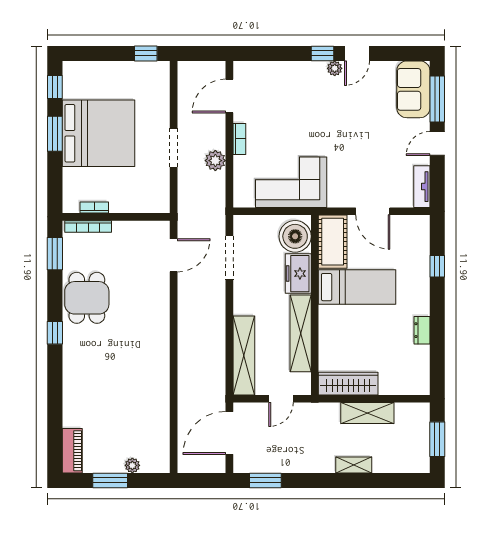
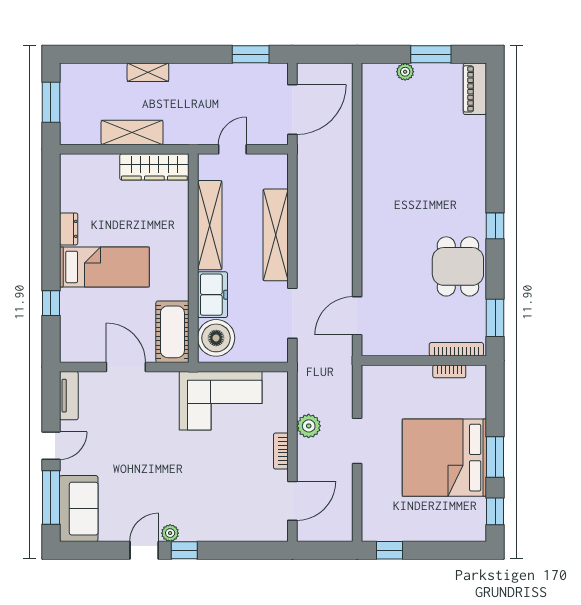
bed: (357, 287) -> (104, 267), moved, turned 180
shelving: (244, 355) -> (276, 235), moved

